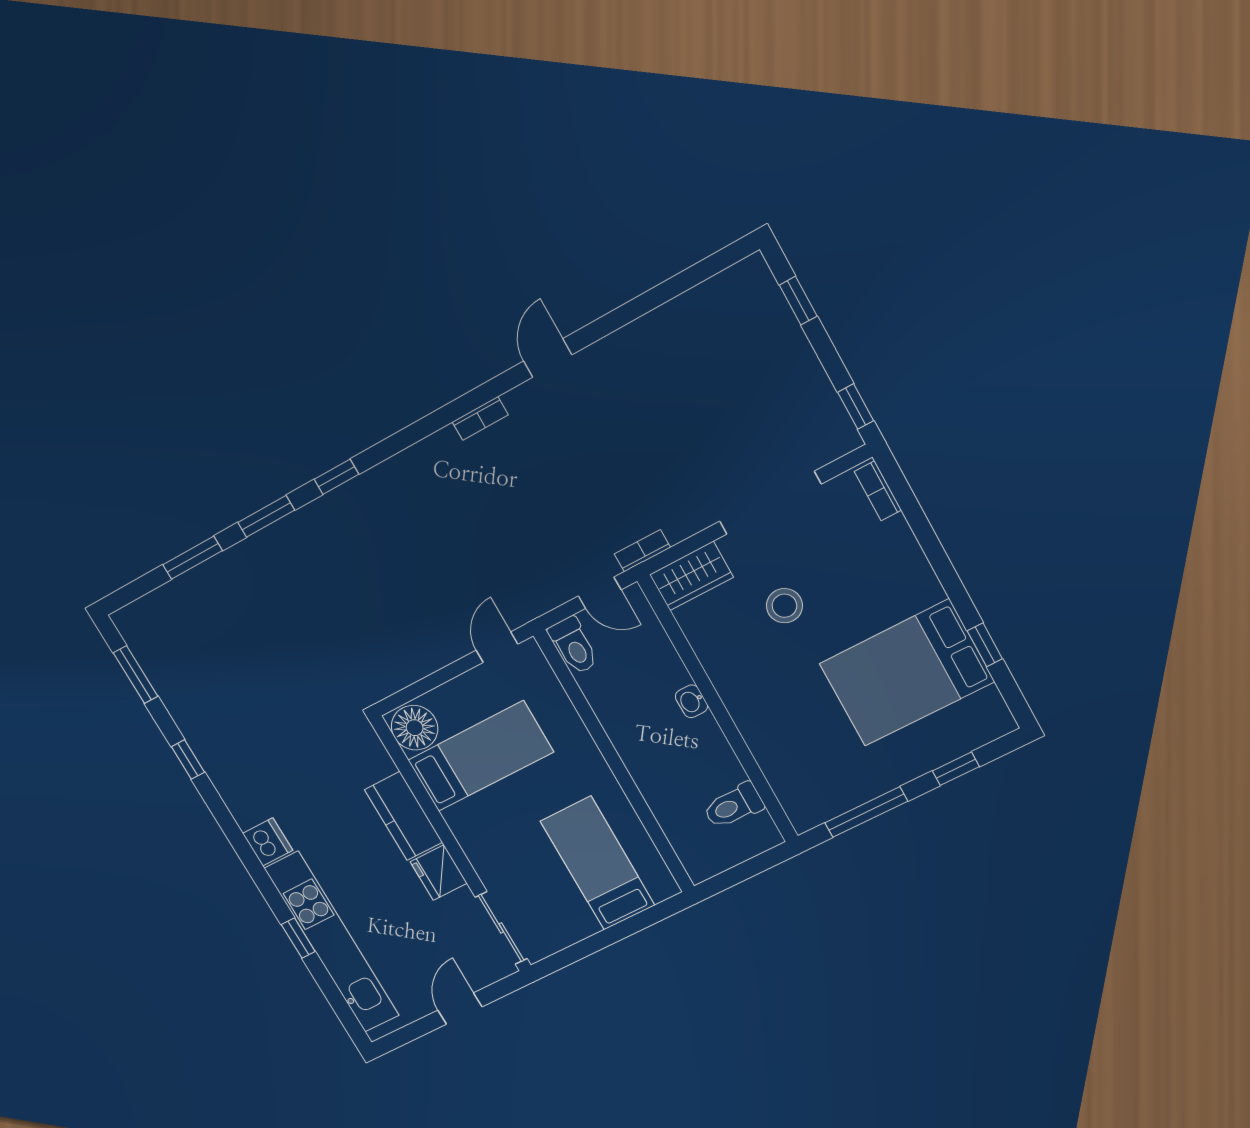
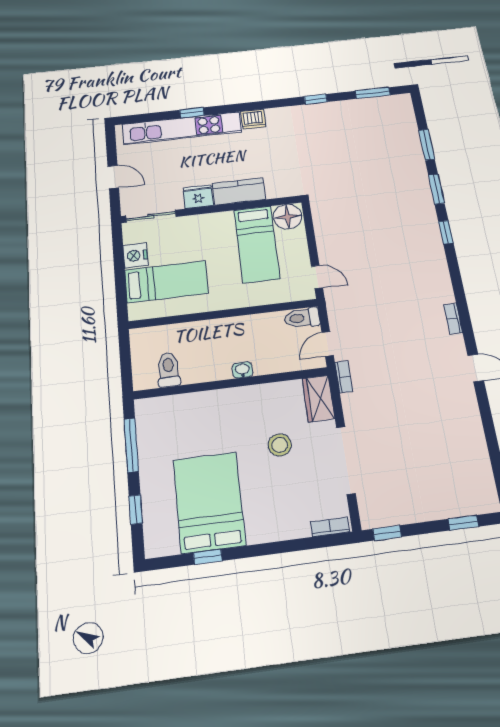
nightstand: (575, 924) -> (135, 256), added

